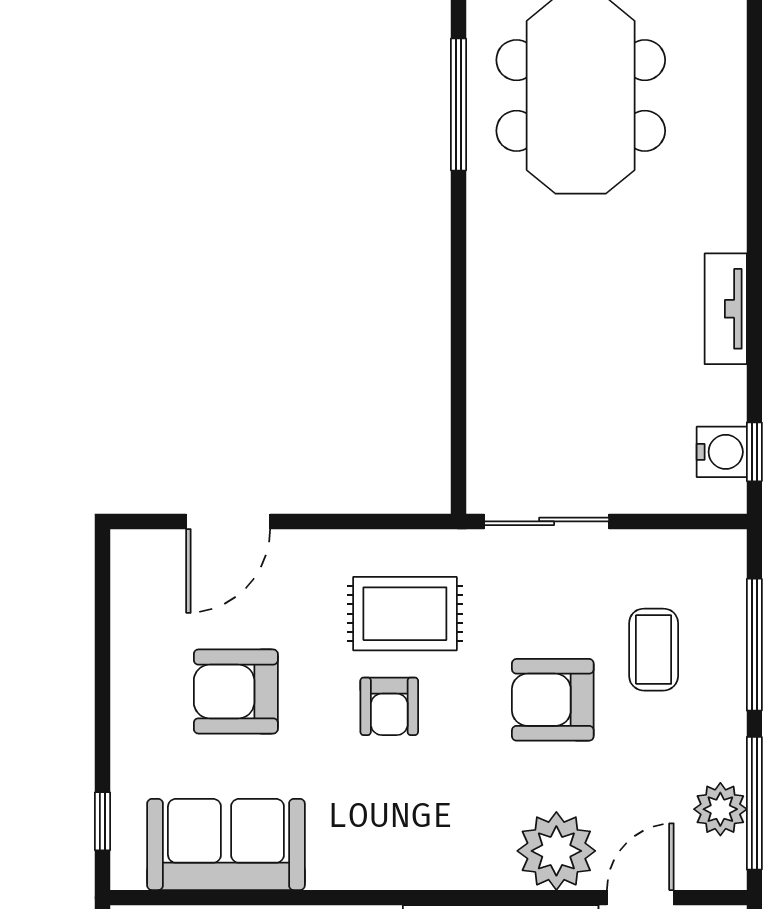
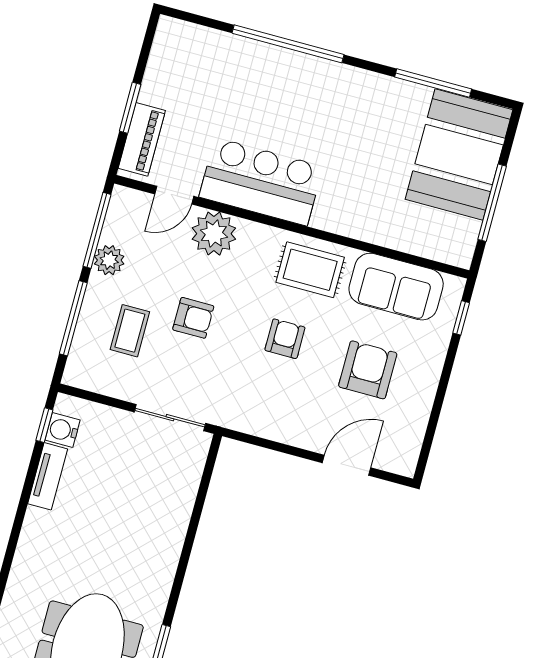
tv unit: (726, 309) -> (48, 476), moved
rug: (405, 614) -> (310, 270), moved
armchair: (236, 691) -> (368, 370), turned -90
armchair: (553, 700) -> (193, 318), width x0.72, depth x0.72
plant: (720, 809) -> (109, 260), moved

